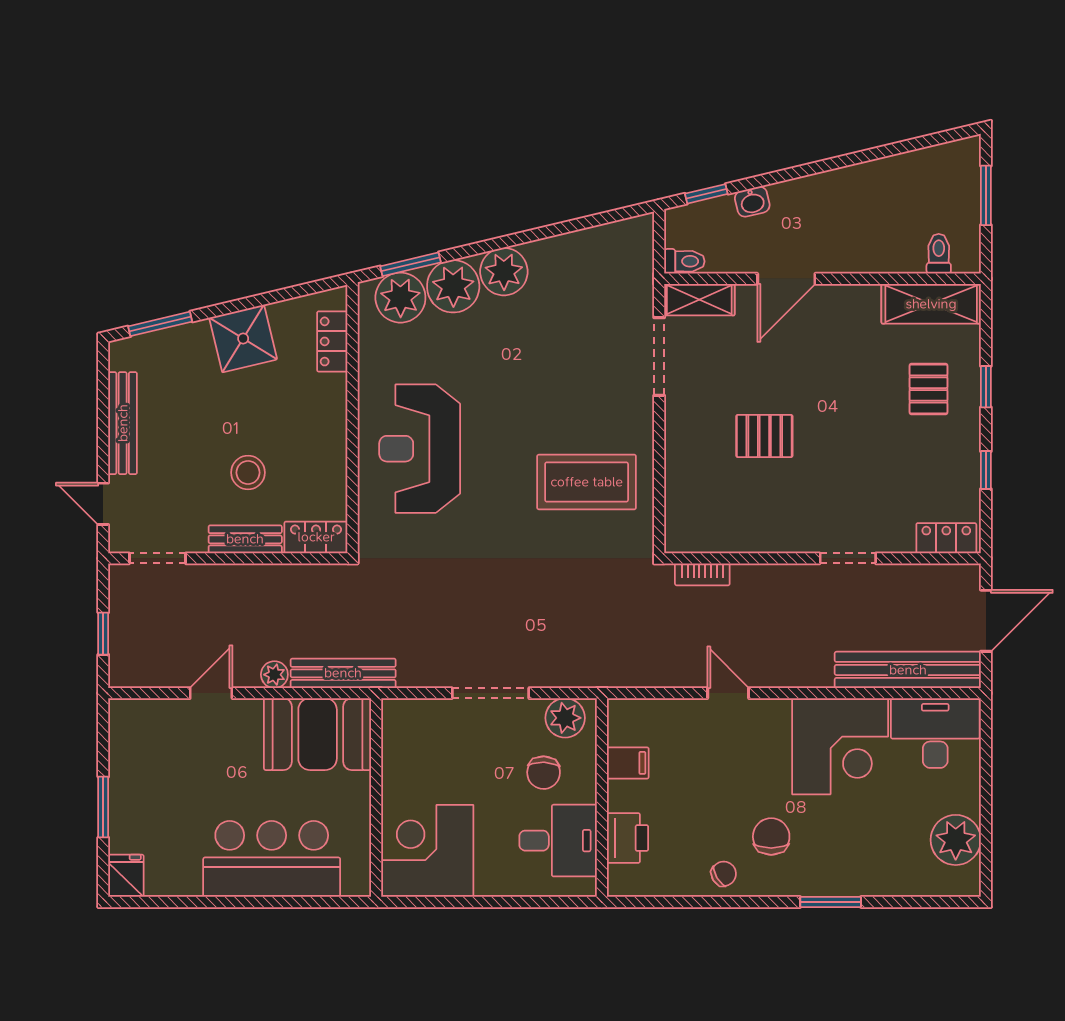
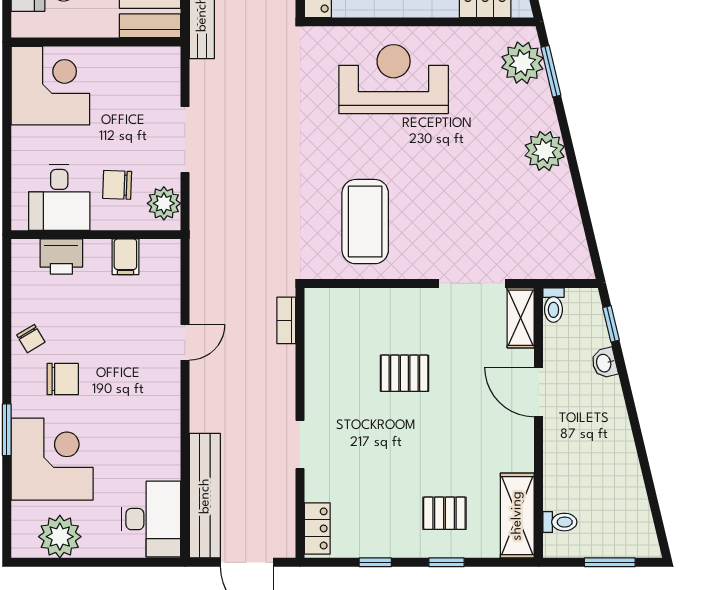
plant: (453, 286) -> (532, 108), removed
pallet: (764, 436) -> (404, 373), turned 90
corner desk: (840, 746) -> (52, 459), moved, turned 180

